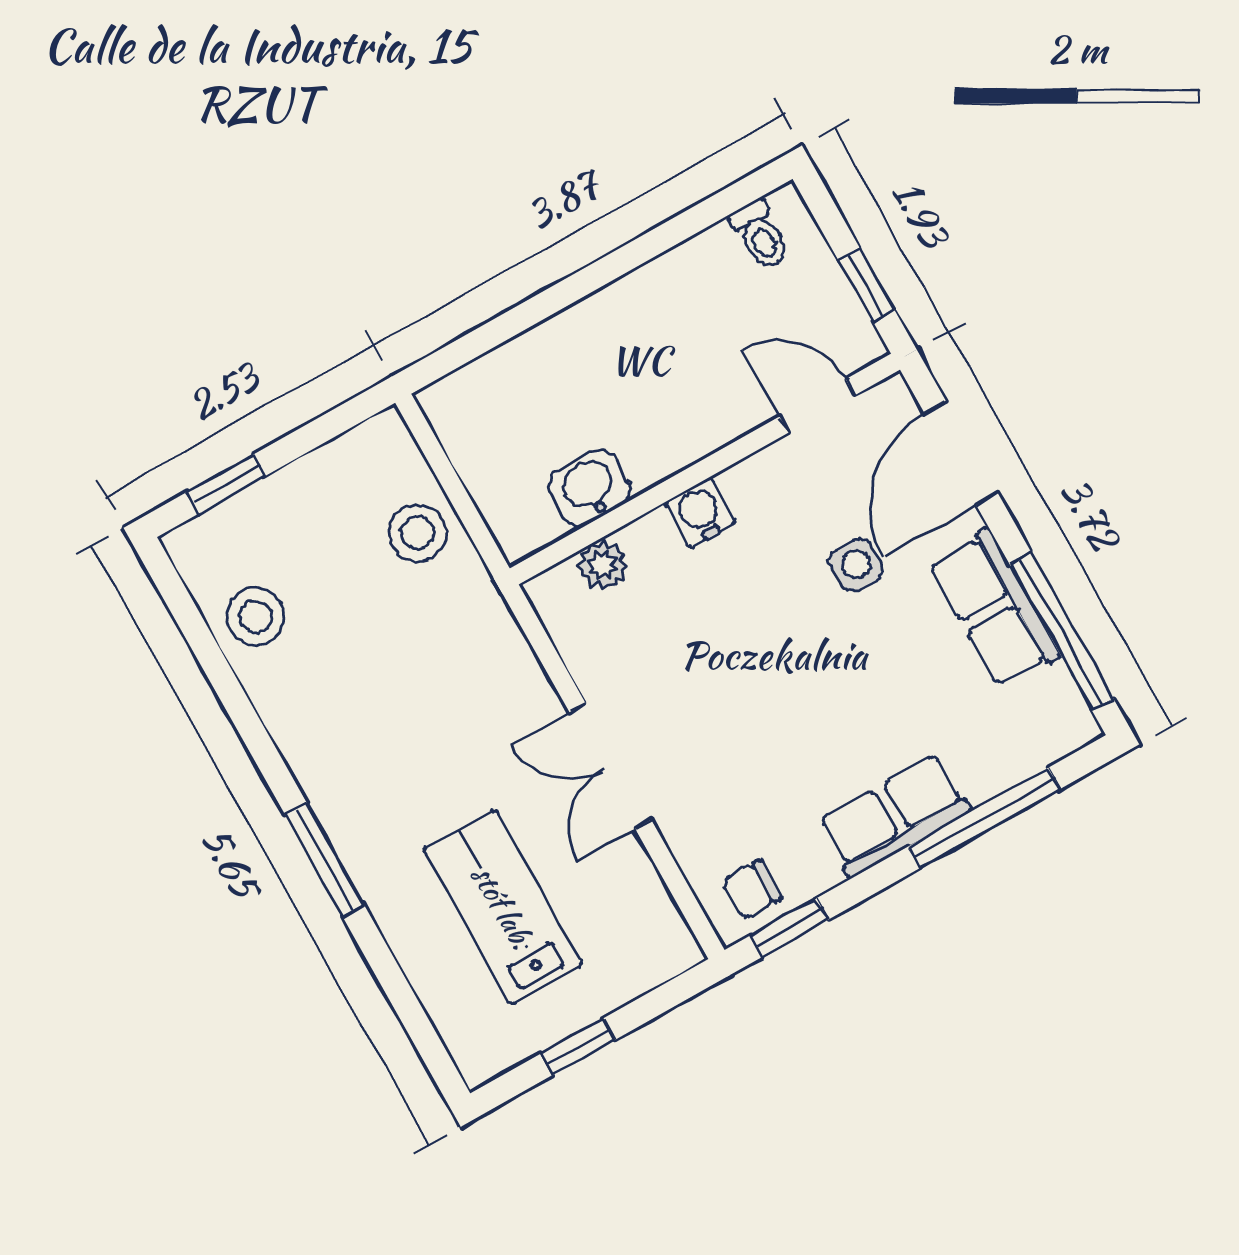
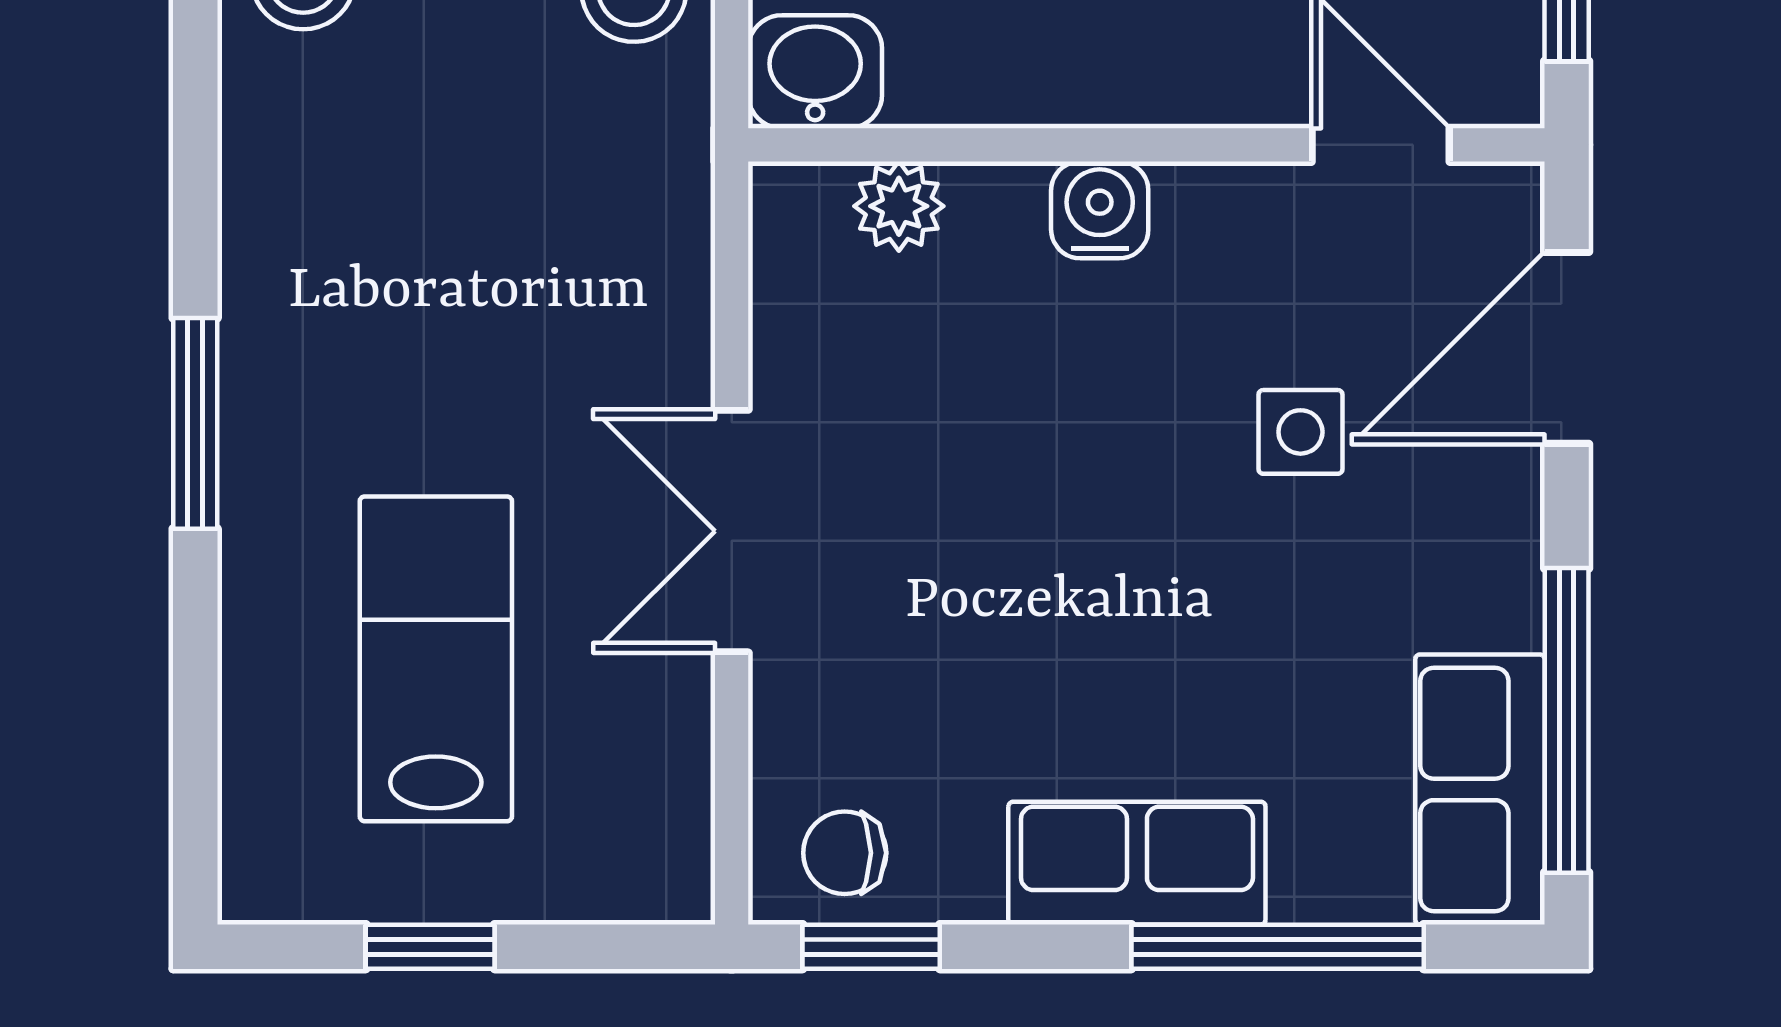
washbasin: (589, 488) -> (815, 72), moved
row of seats: (994, 609) -> (1480, 789), moved

